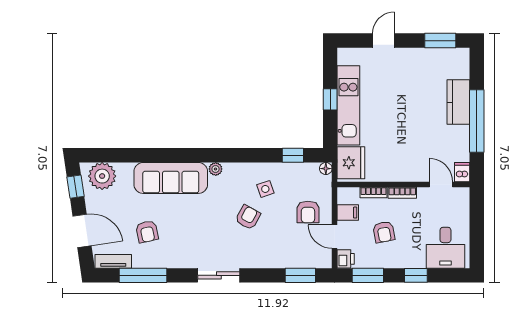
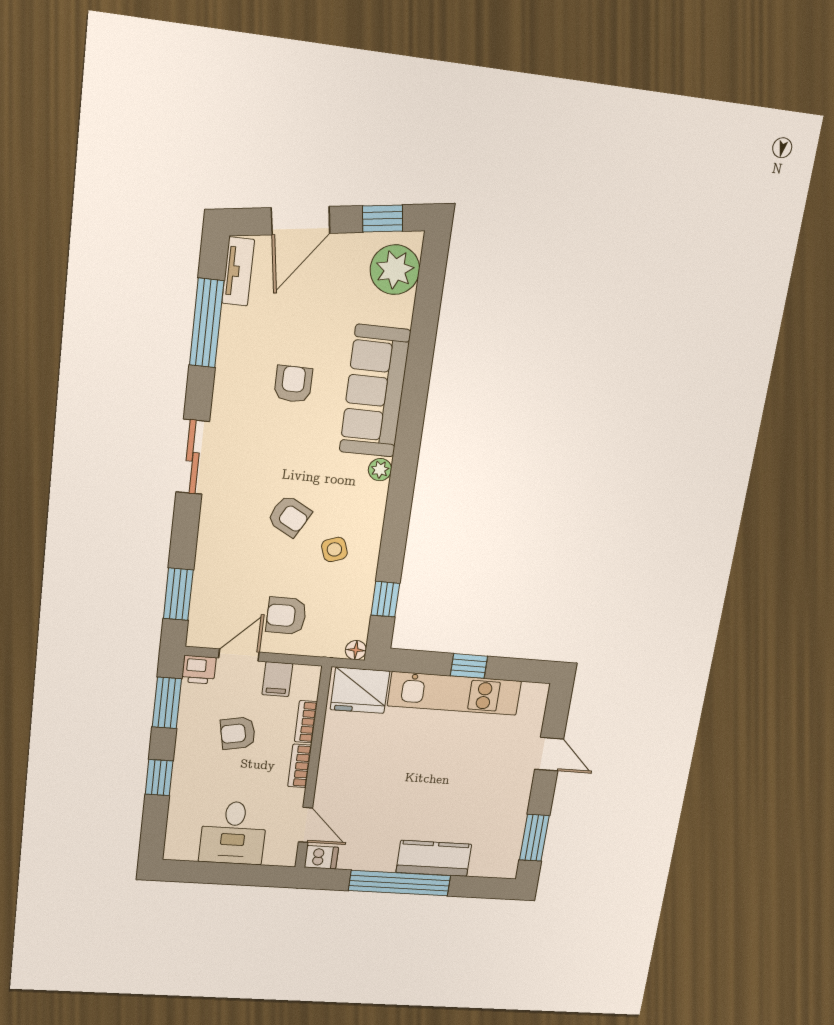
door: (441, 184) -> (306, 825), hinge flipped
armchair: (147, 232) -> (293, 384), moved, turned 102
desk: (445, 248) -> (233, 833), moved, turned -90

